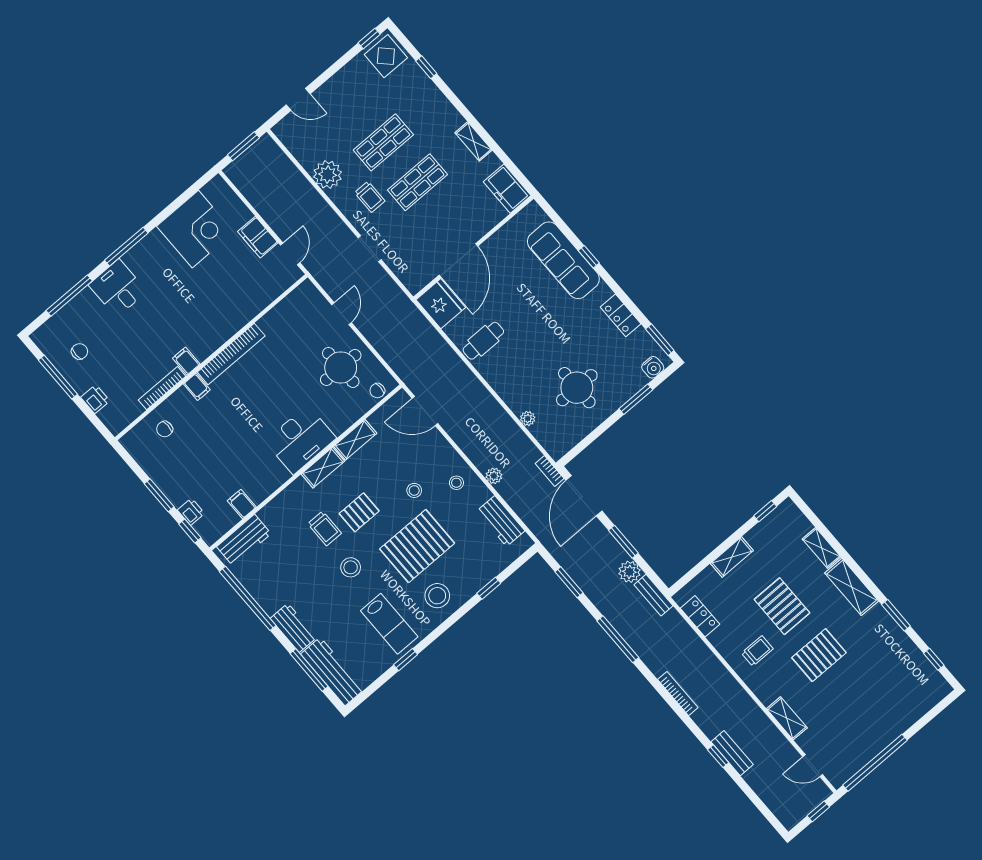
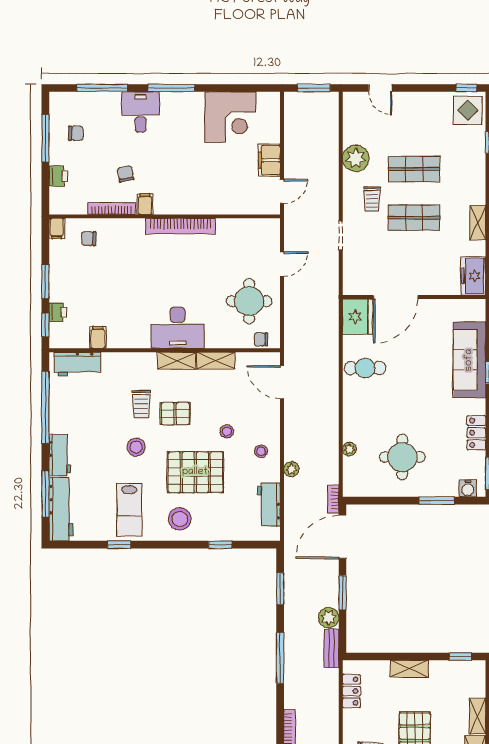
chair: (149, 350) -> (125, 174), added
filing cabinet: (197, 387) -> (57, 228), moved

